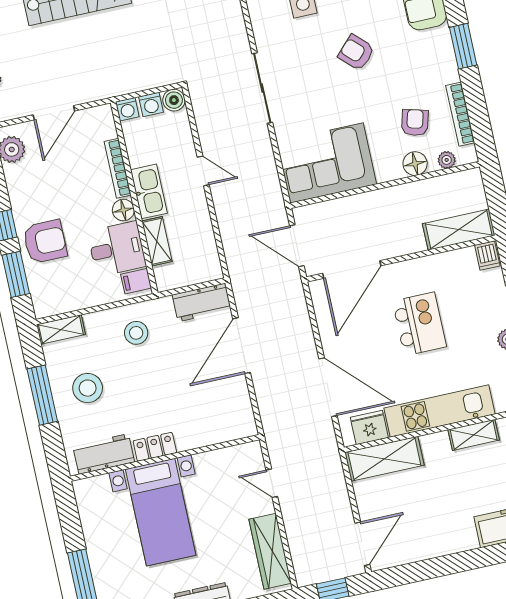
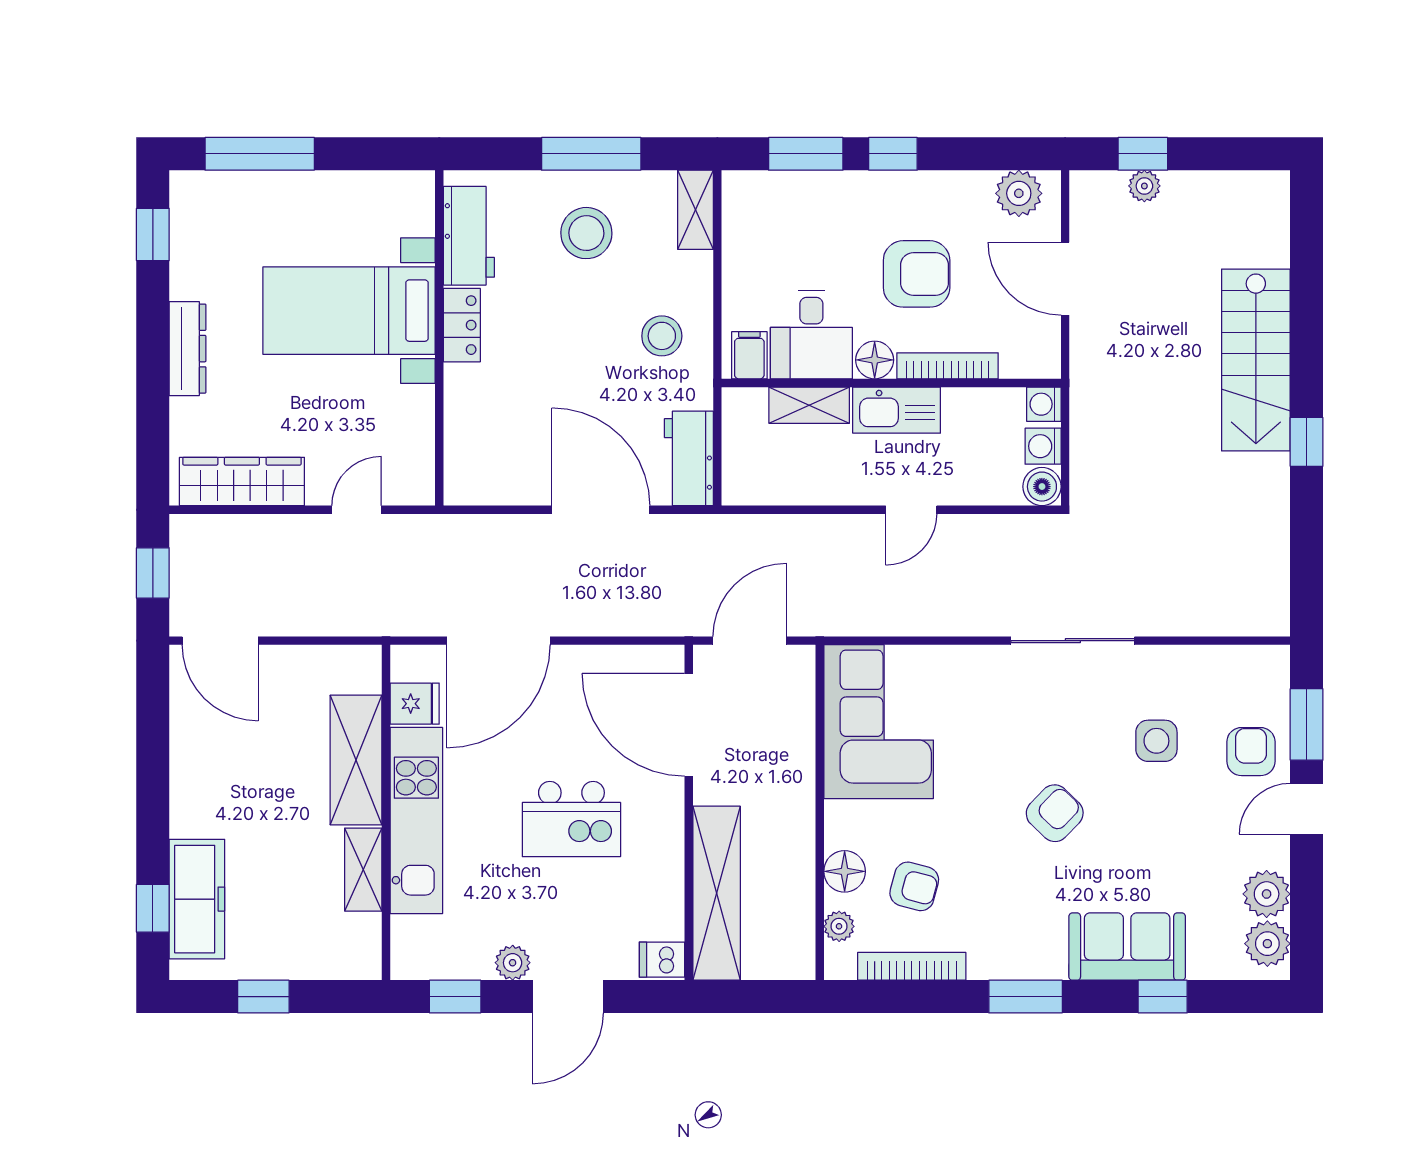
sliding door: (262, 88) -> (1073, 641), moved
shelving: (459, 230) -> (717, 893), width x1.47
armchair: (45, 242) -> (917, 274), moved, turned -90
fridge: (369, 427) -> (415, 704), width x0.72
shelving: (384, 459) -> (356, 760), moved

